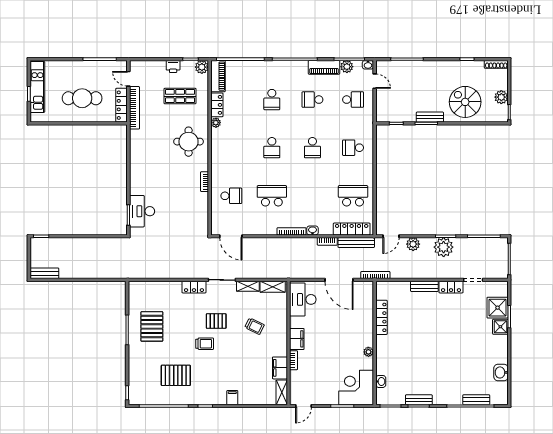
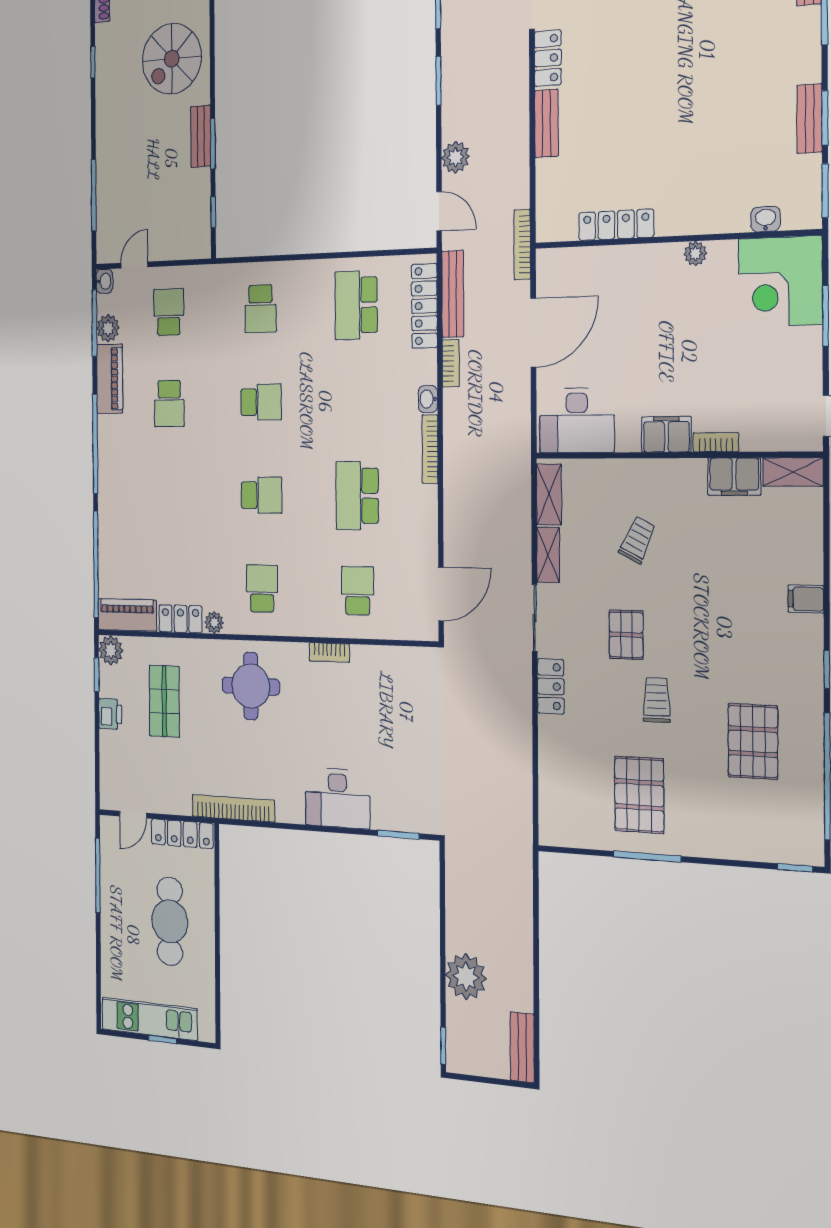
school desk: (272, 100) -> (262, 588), moved, turned -90
bookcase: (134, 108) -> (233, 808), moved
desk: (142, 211) -> (337, 798), moved
plant: (444, 247) -> (466, 977), moved
pallet: (152, 326) -> (639, 795), turned 90
trolley: (205, 344) -> (657, 700), moved

